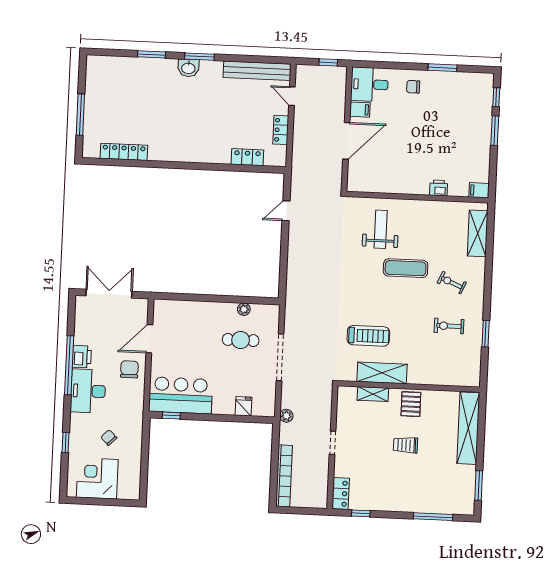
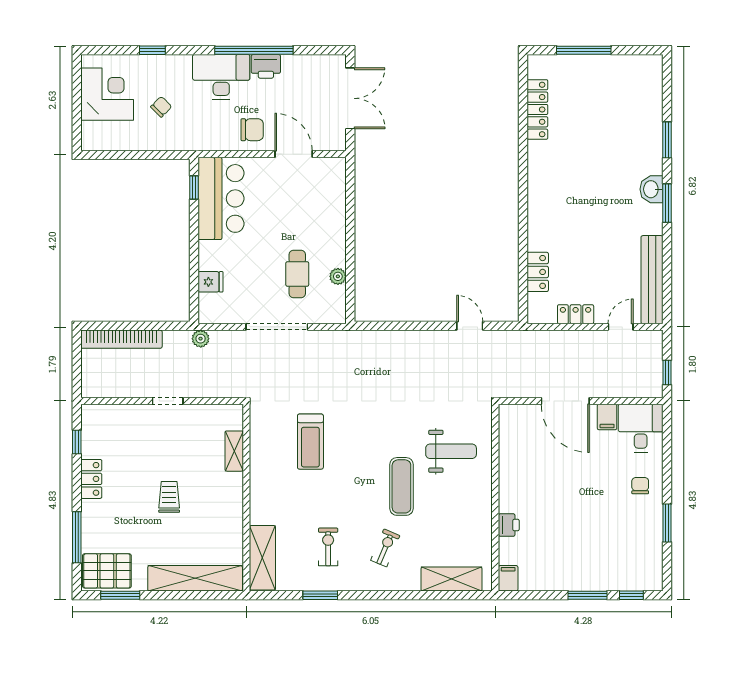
shelving: (382, 373) -> (262, 558), moved
pallet: (411, 404) -> (107, 571), moved, width x1.50, depth x1.42
locker: (341, 494) -> (91, 479), moved, turned -90

